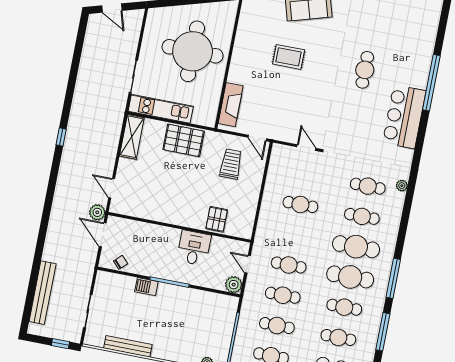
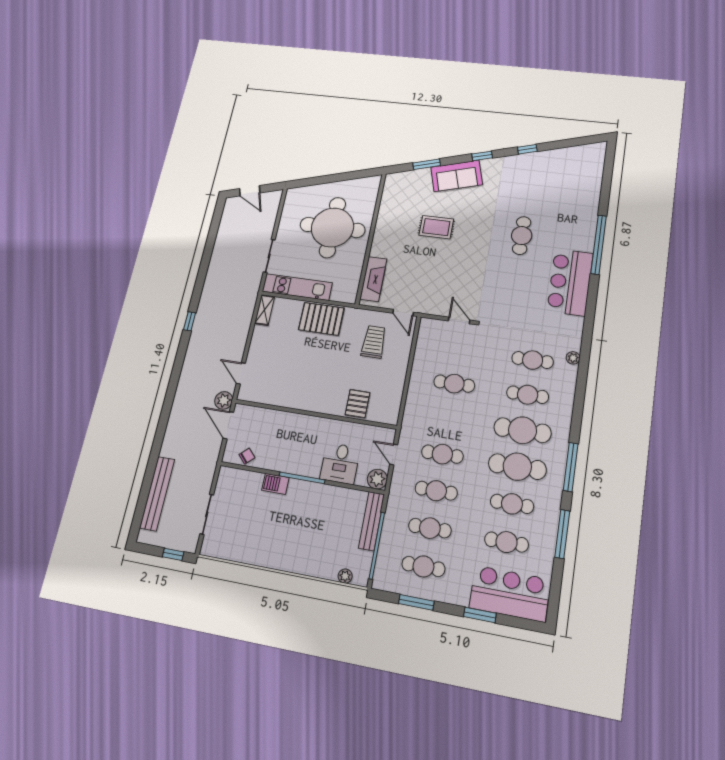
shelving: (132, 137) -> (265, 310), width x0.67, depth x0.75
desk: (194, 248) -> (340, 463), moved, turned 180
bench: (128, 346) -> (372, 521), moved, turned 90

